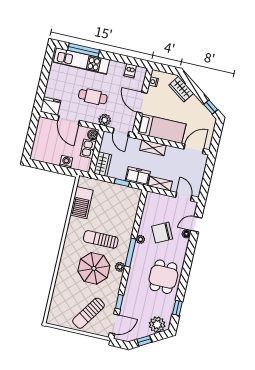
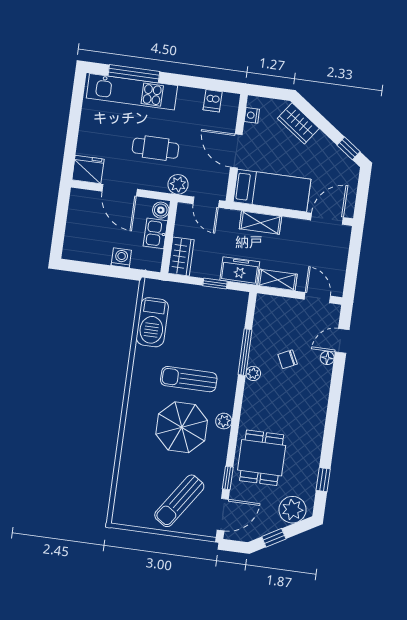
chair: (162, 233) -> (288, 359), width x0.54, depth x0.54
window: (131, 253) -> (245, 352), moved
dining table: (163, 277) -> (262, 458), moved

